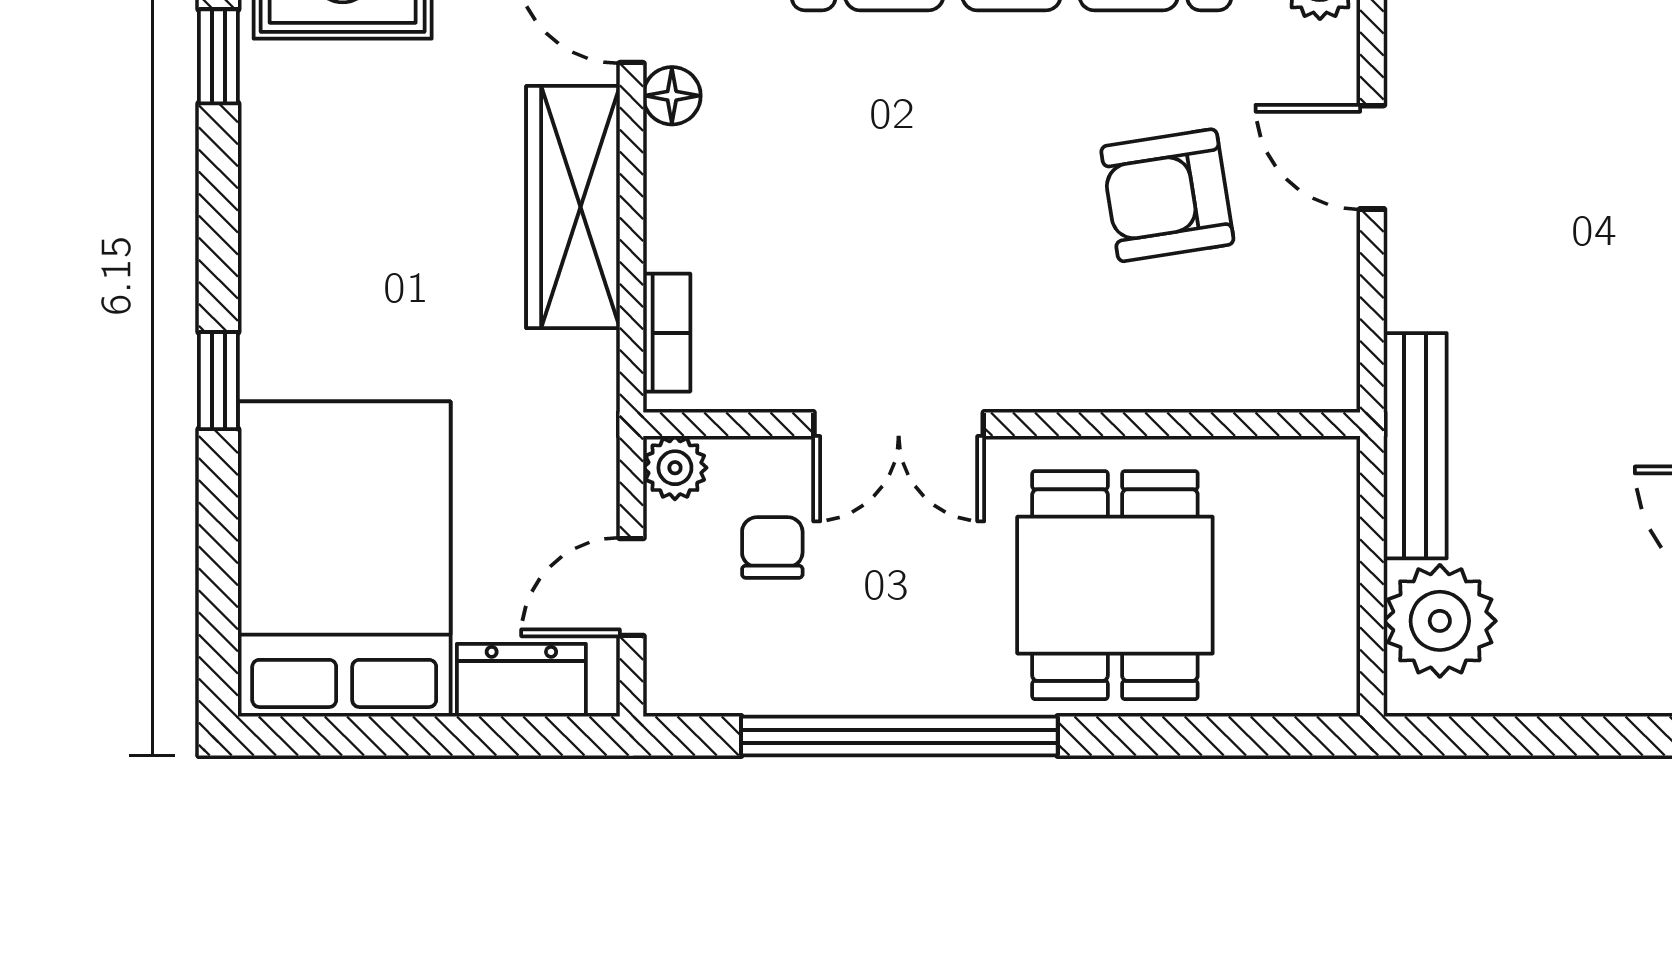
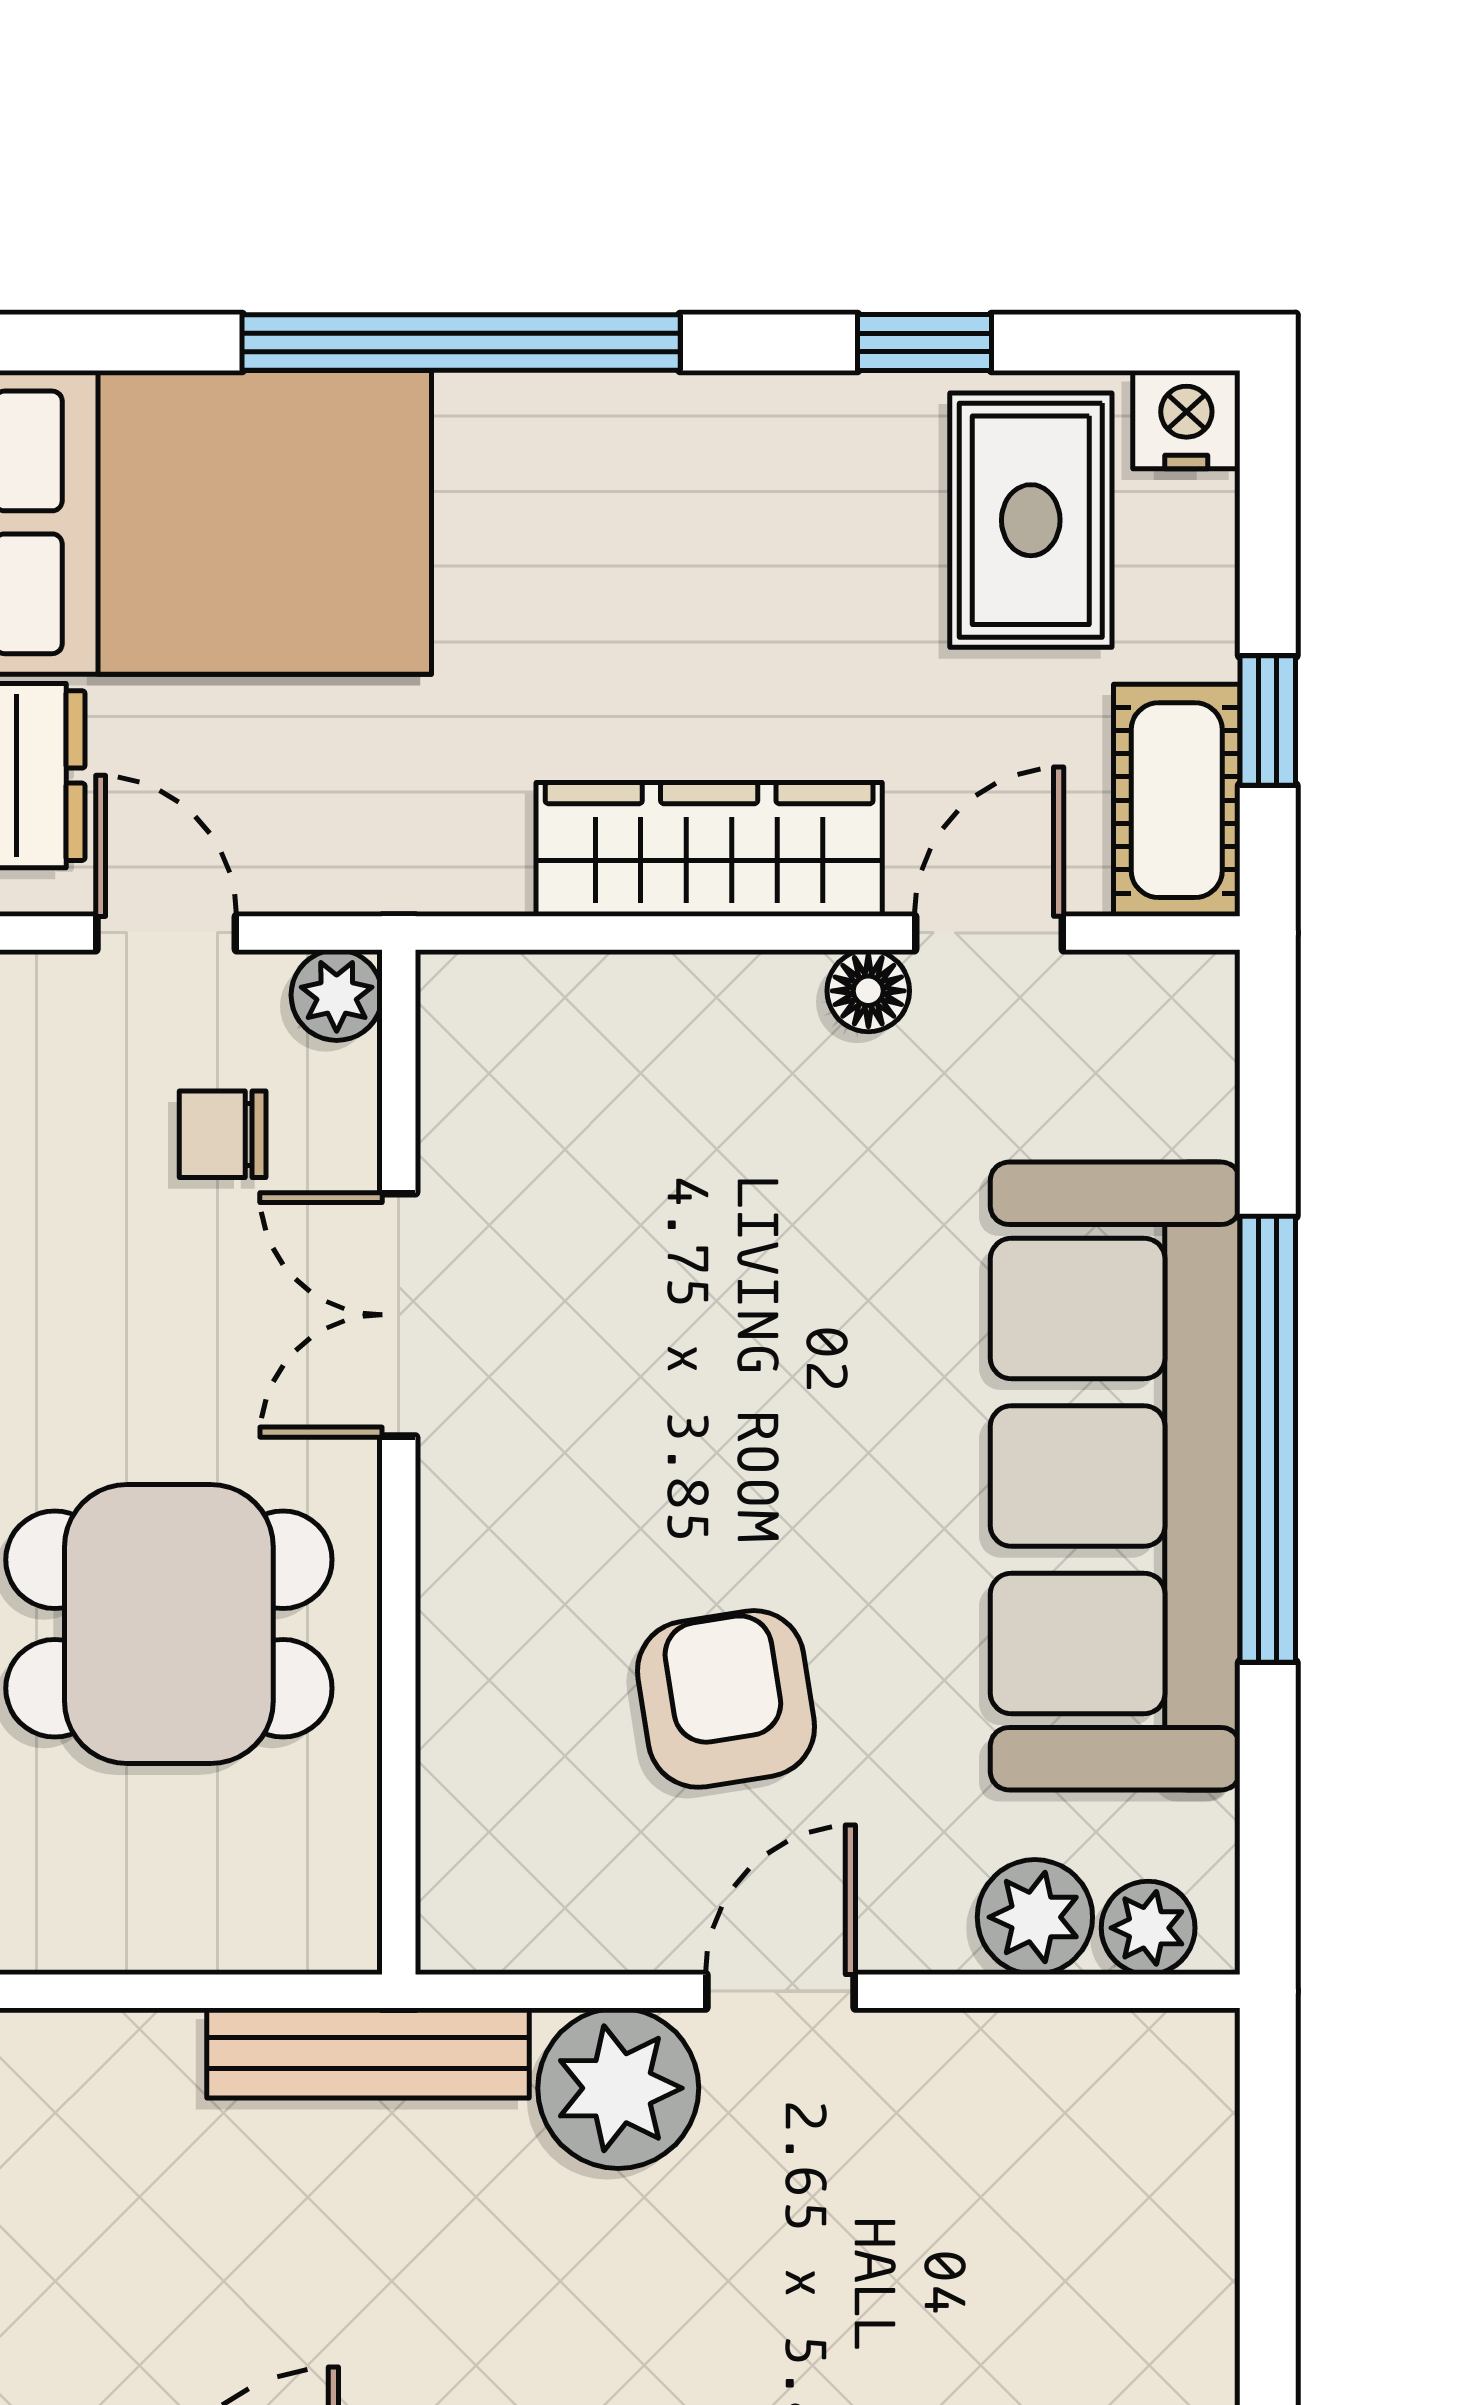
bookcase: (667, 333) -> (530, 983), removed
window: (218, 381) -> (461, 343), width x3.17
chair: (772, 548) -> (223, 1134), turned 180
plant: (1440, 621) -> (618, 2088), moved

